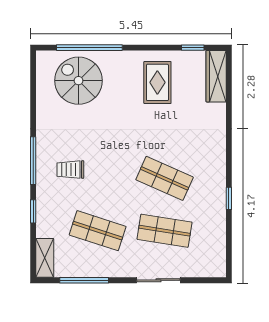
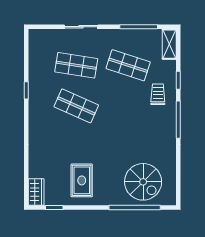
wardrobe: (216, 76) -> (36, 192), width x0.67
trolley: (70, 170) -> (158, 94), moved, turned -90

